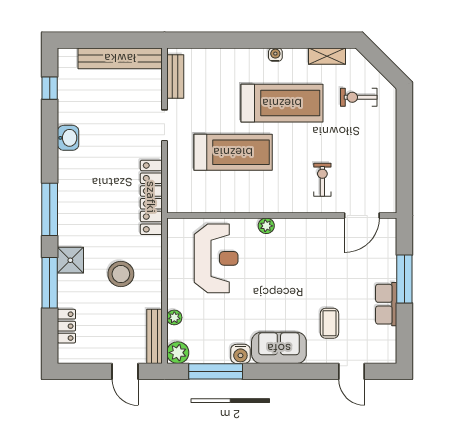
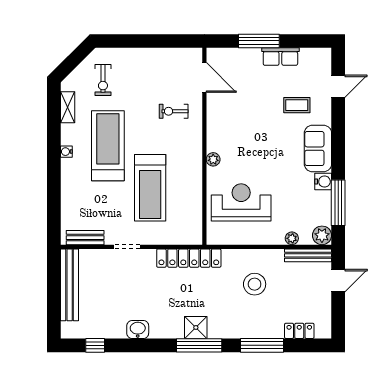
treadmill: (233, 152) -> (150, 188), turned 180
shower: (70, 260) -> (196, 327), moved

